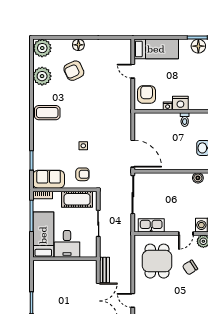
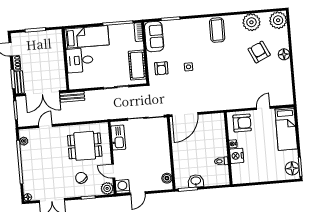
bed: (43, 235) -> (87, 37), moved
desk: (67, 244) -> (80, 60), moved
wall: (65, 259) -> (65, 59), moved

